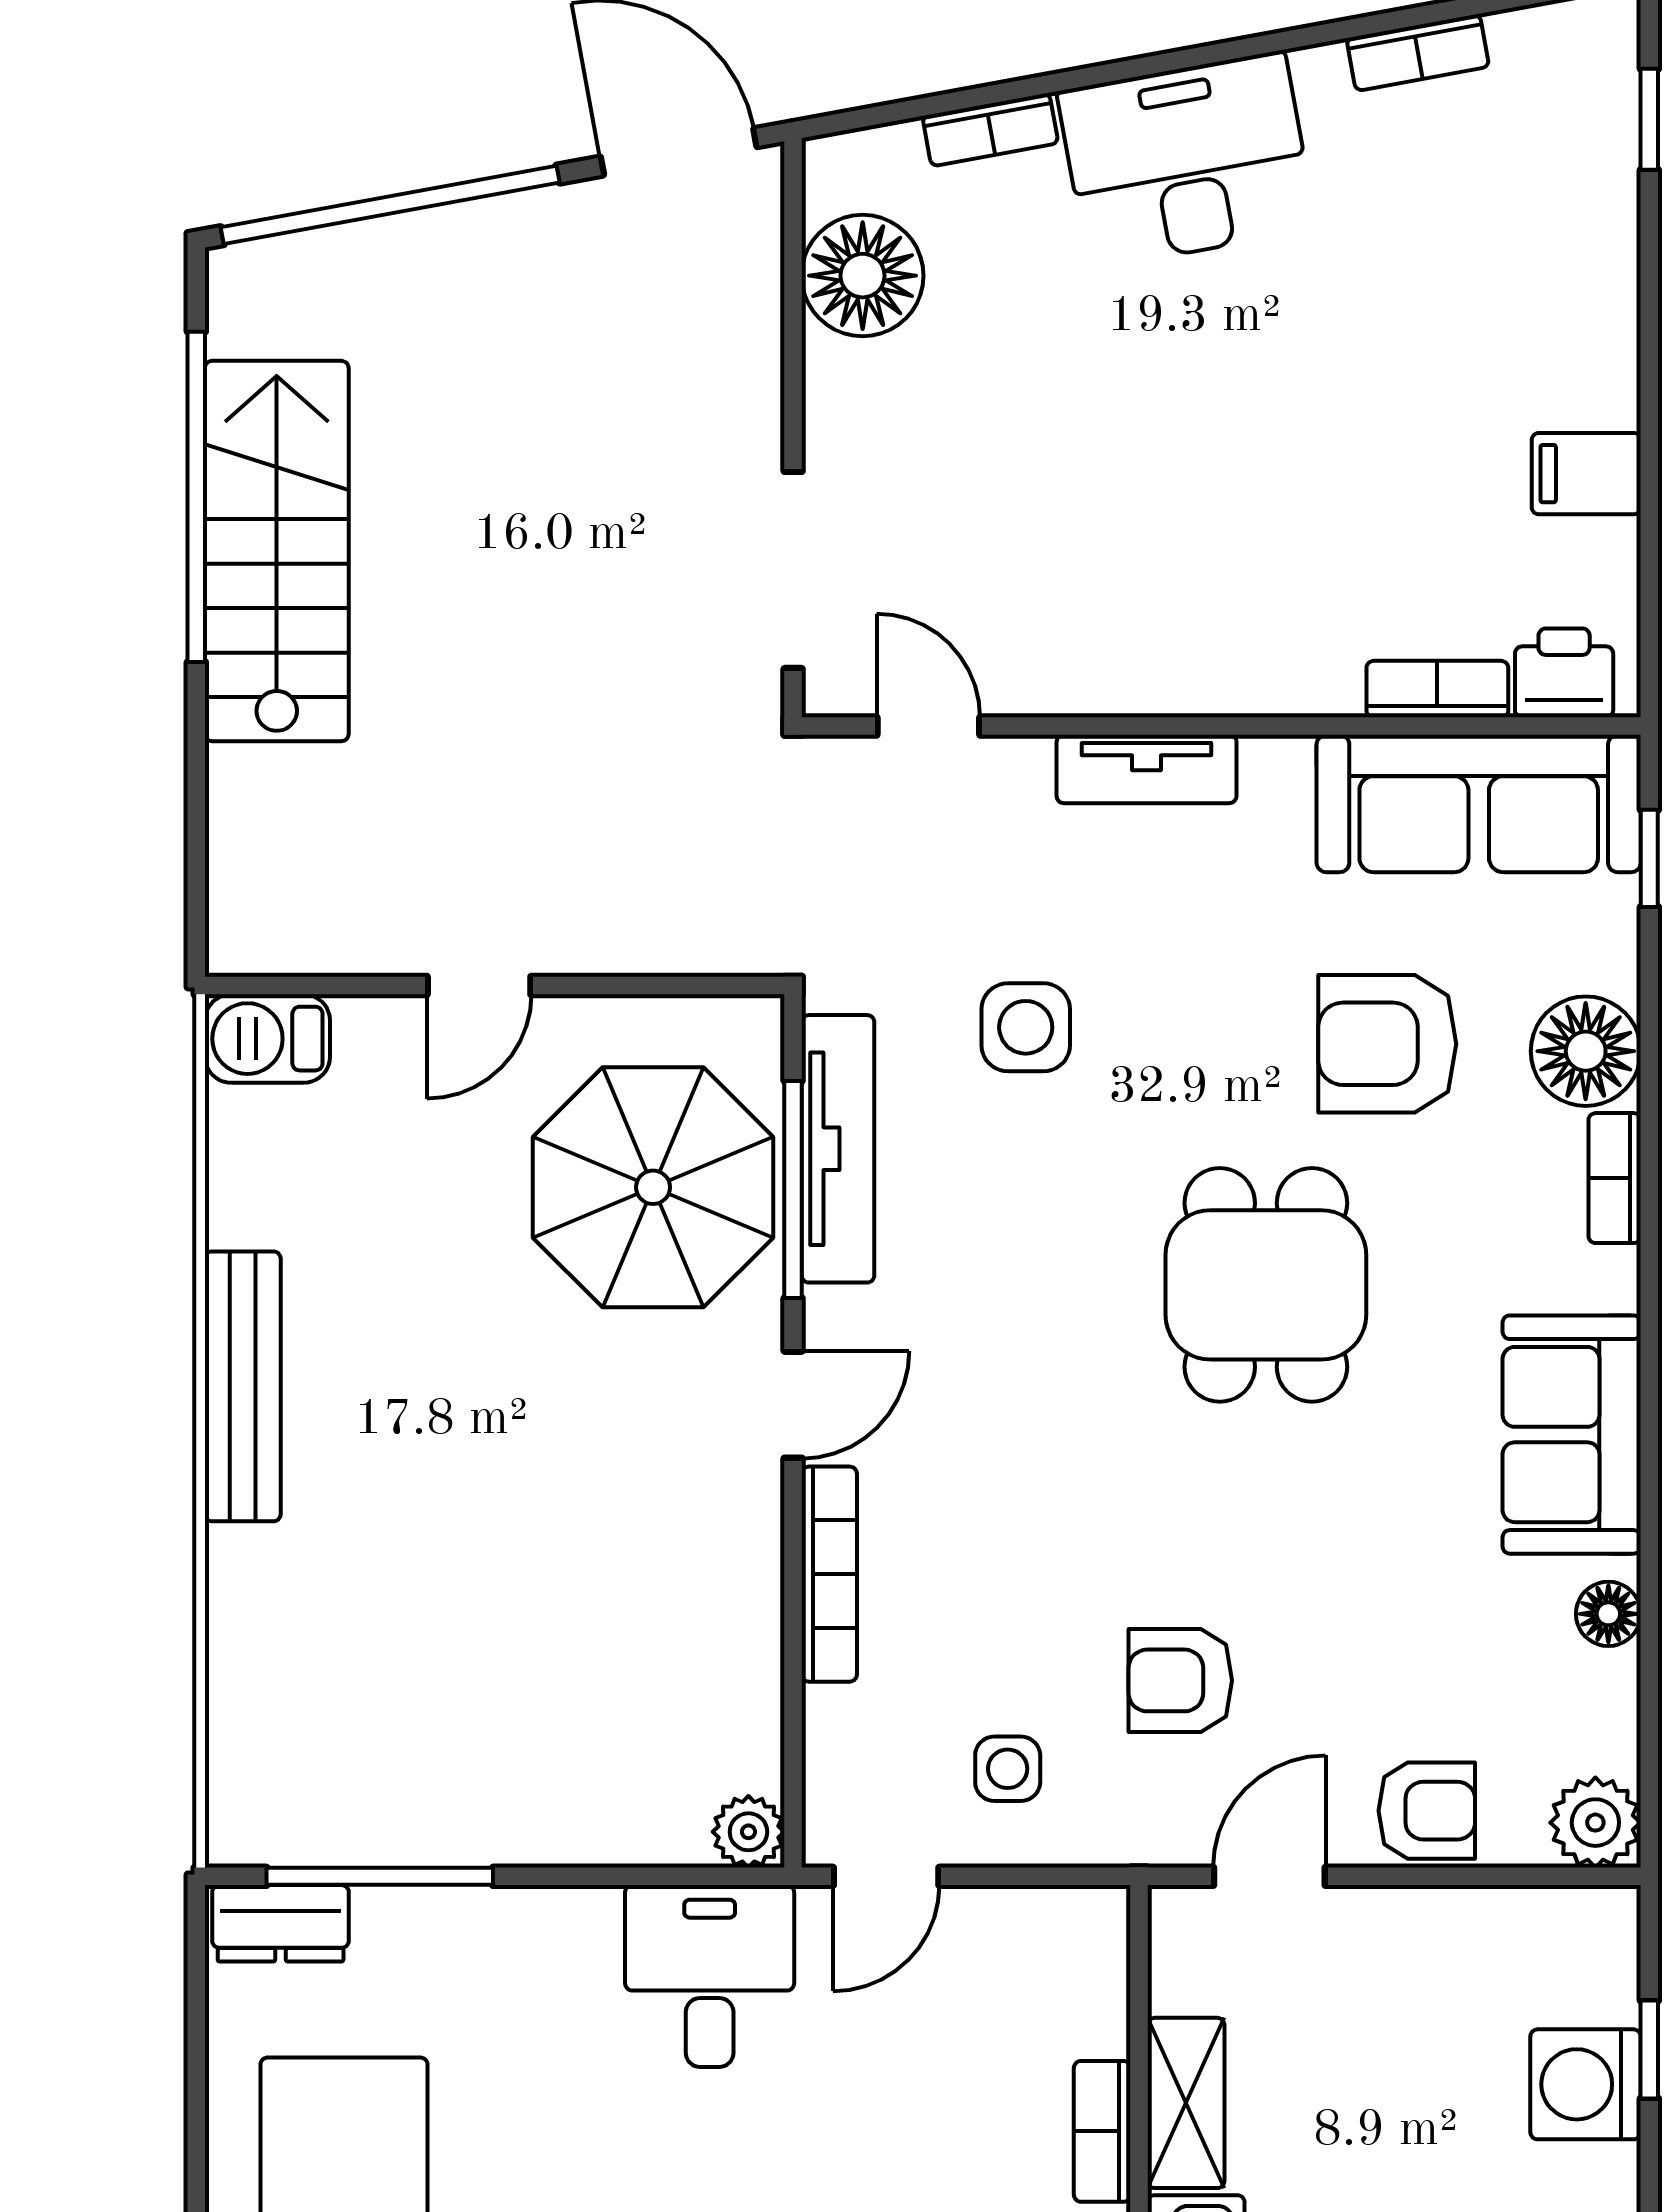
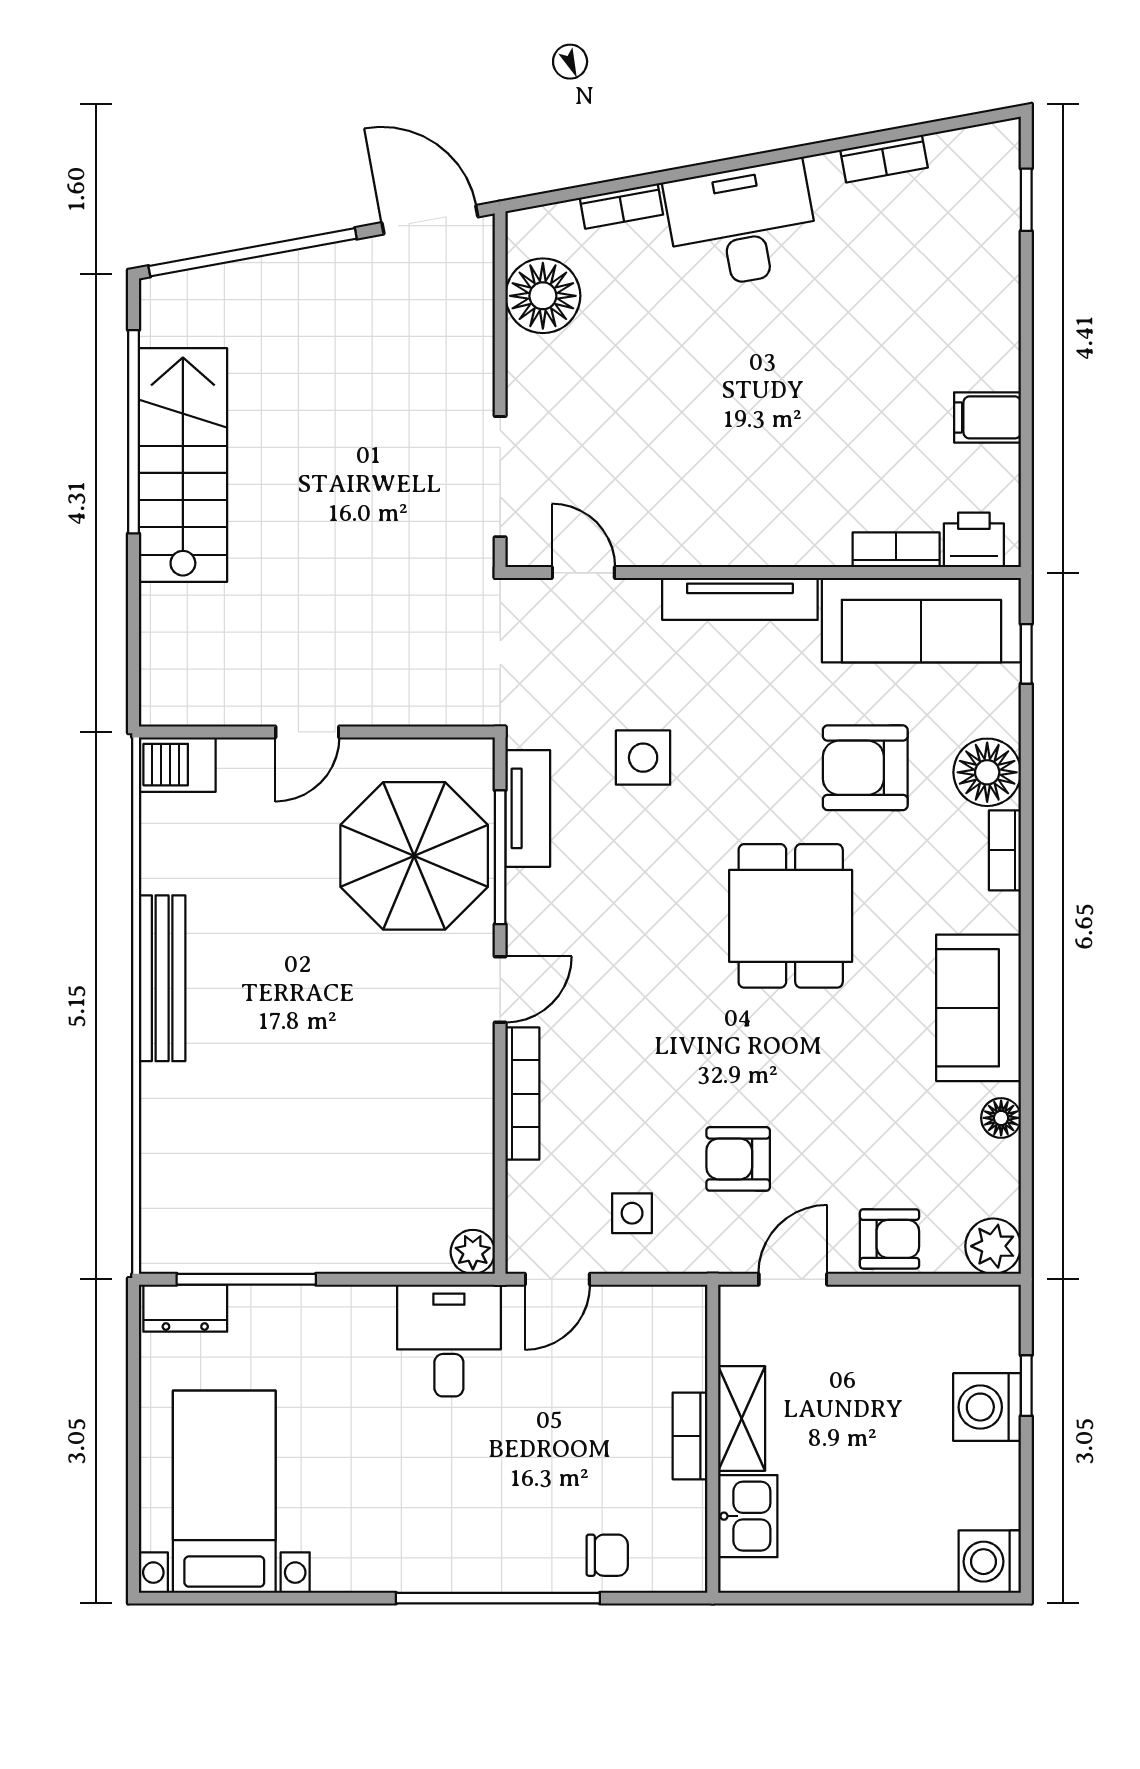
tv unit: (1147, 769) -> (740, 599), width x1.41
tv unit: (838, 1149) -> (528, 808), width x0.71

